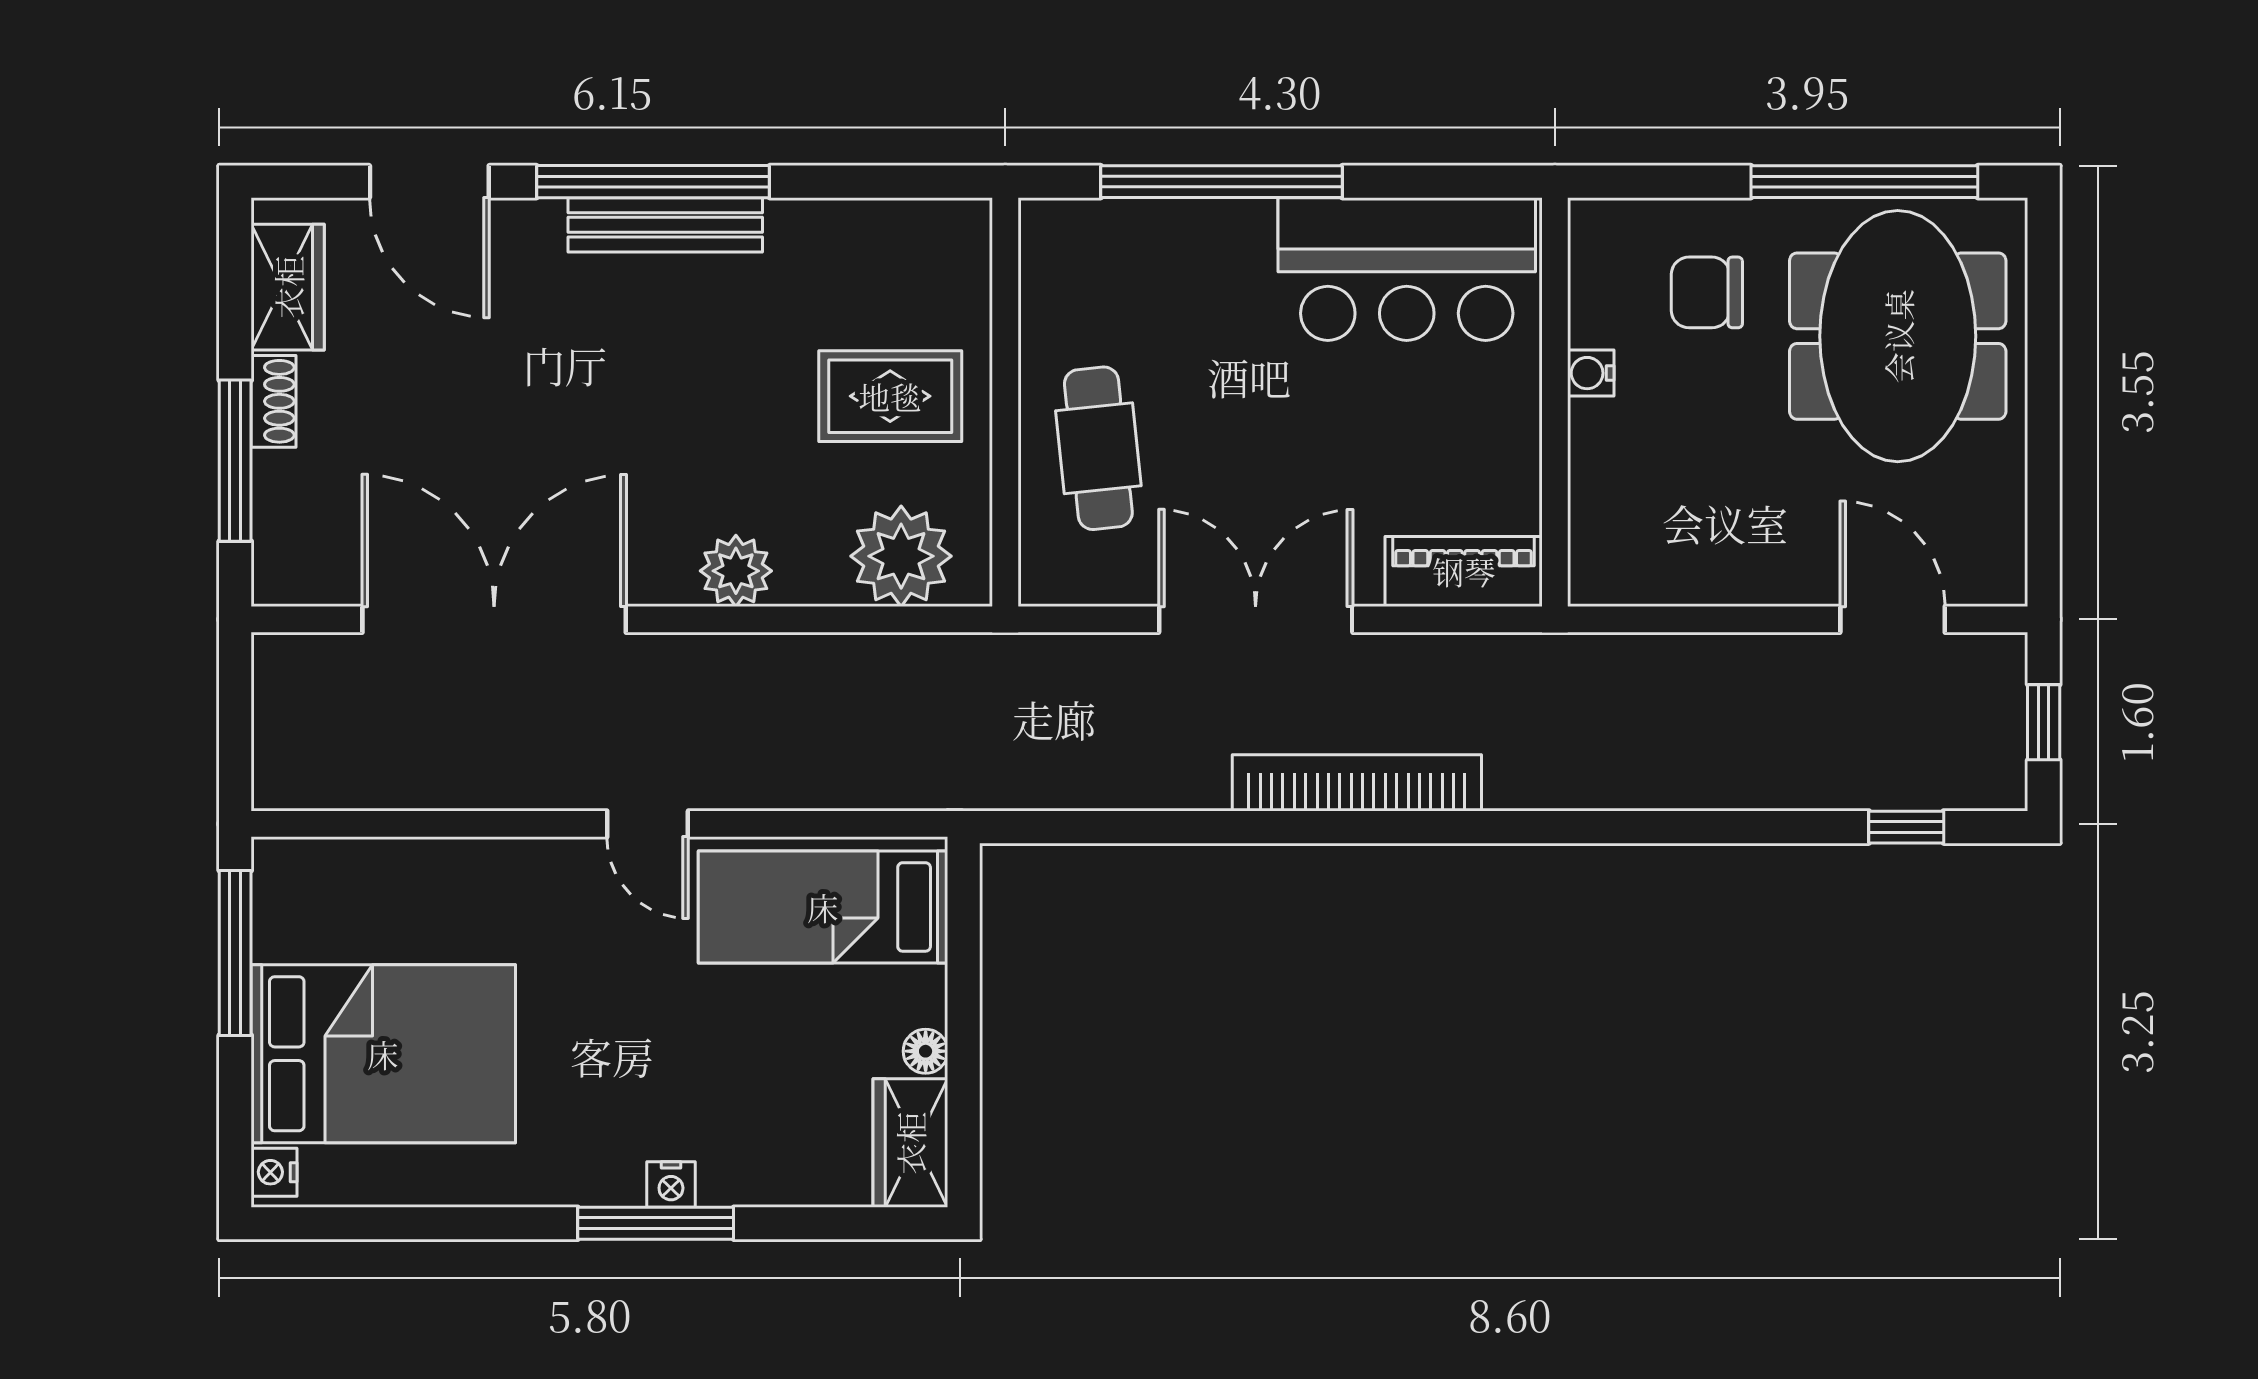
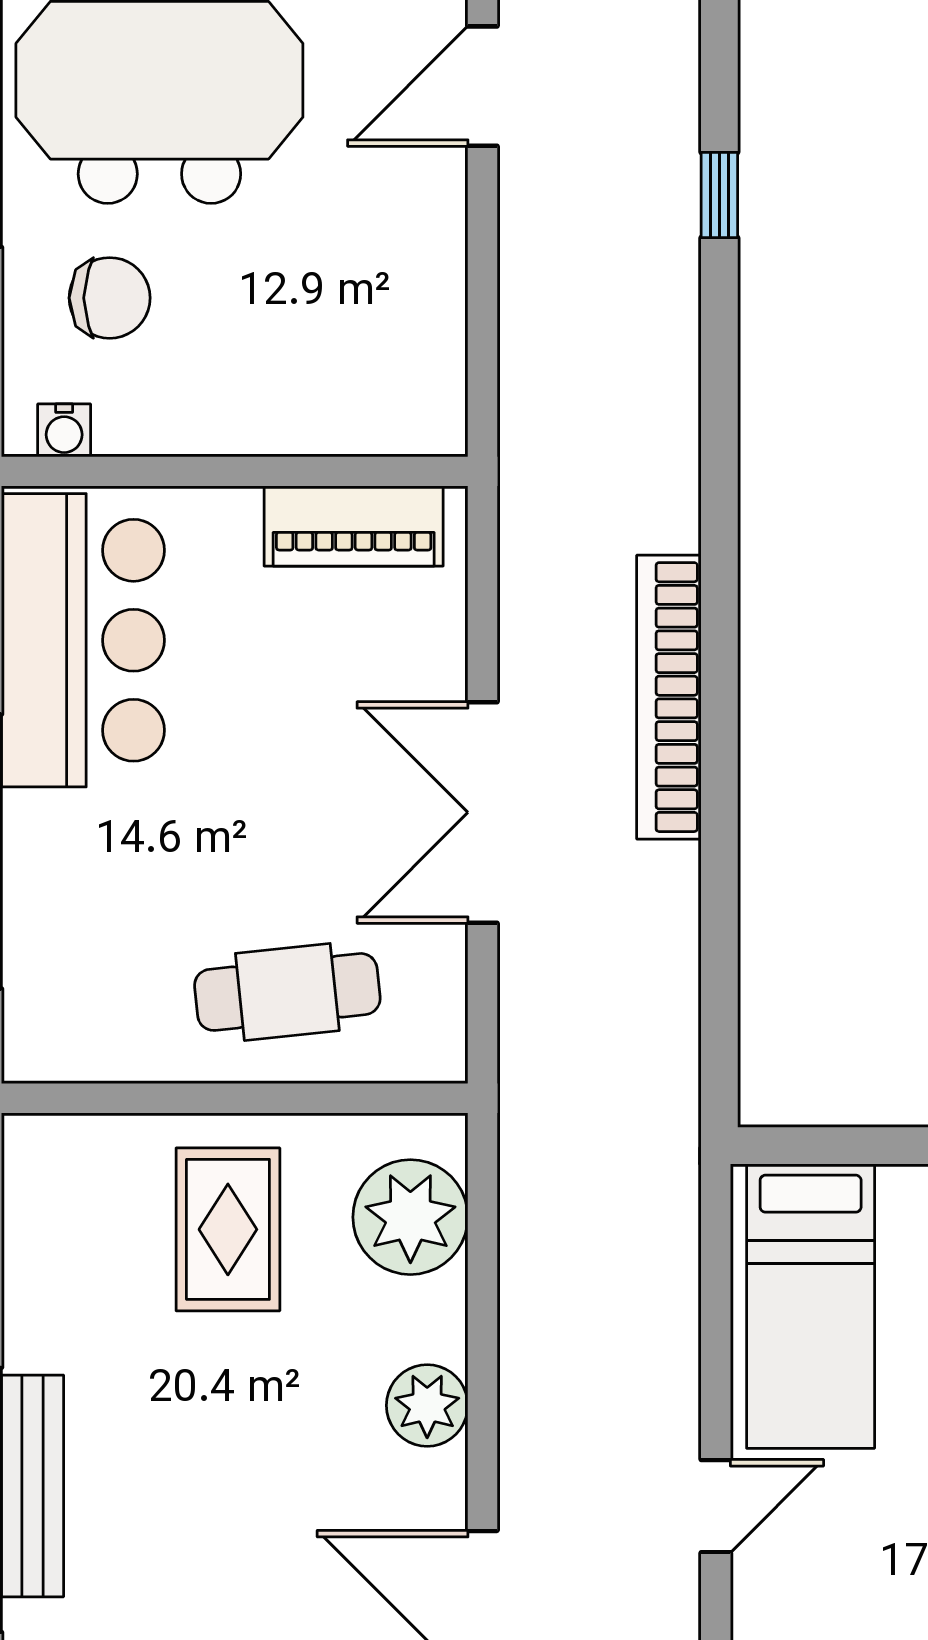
chair: (1707, 292) -> (110, 298), turned -90
water cooler: (1591, 373) -> (64, 430), moved
piano: (1464, 571) -> (354, 526), moved, turned -90
window: (1906, 827) -> (719, 195), moved

